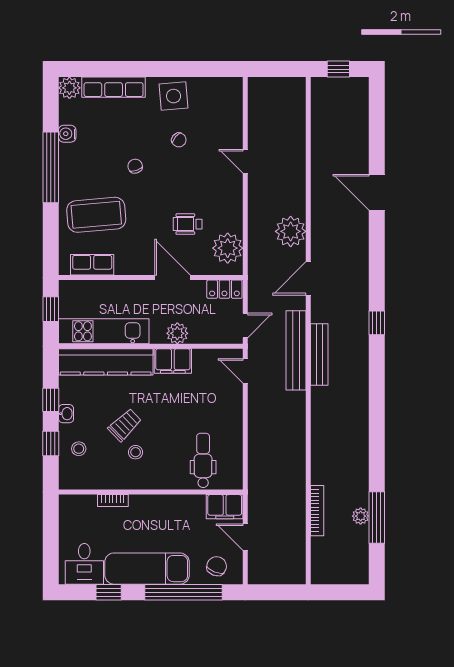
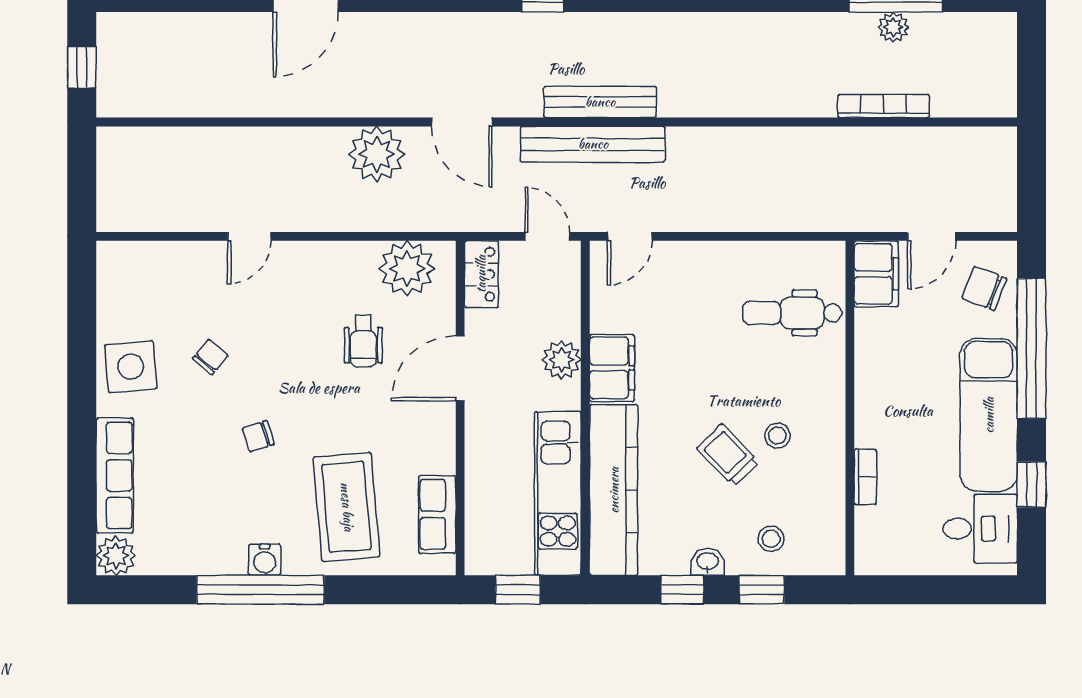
water cooler: (67, 134) -> (265, 560), moved

